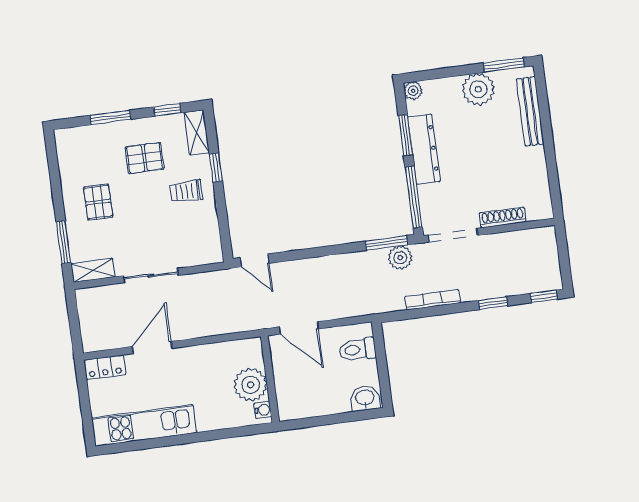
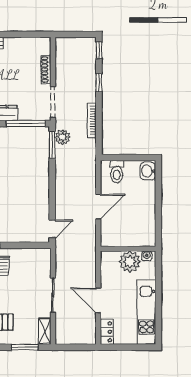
wall: (270, 379) -> (128, 249), moved
plant: (250, 385) -> (130, 262), moved
water cooler: (263, 410) -> (147, 256), moved

